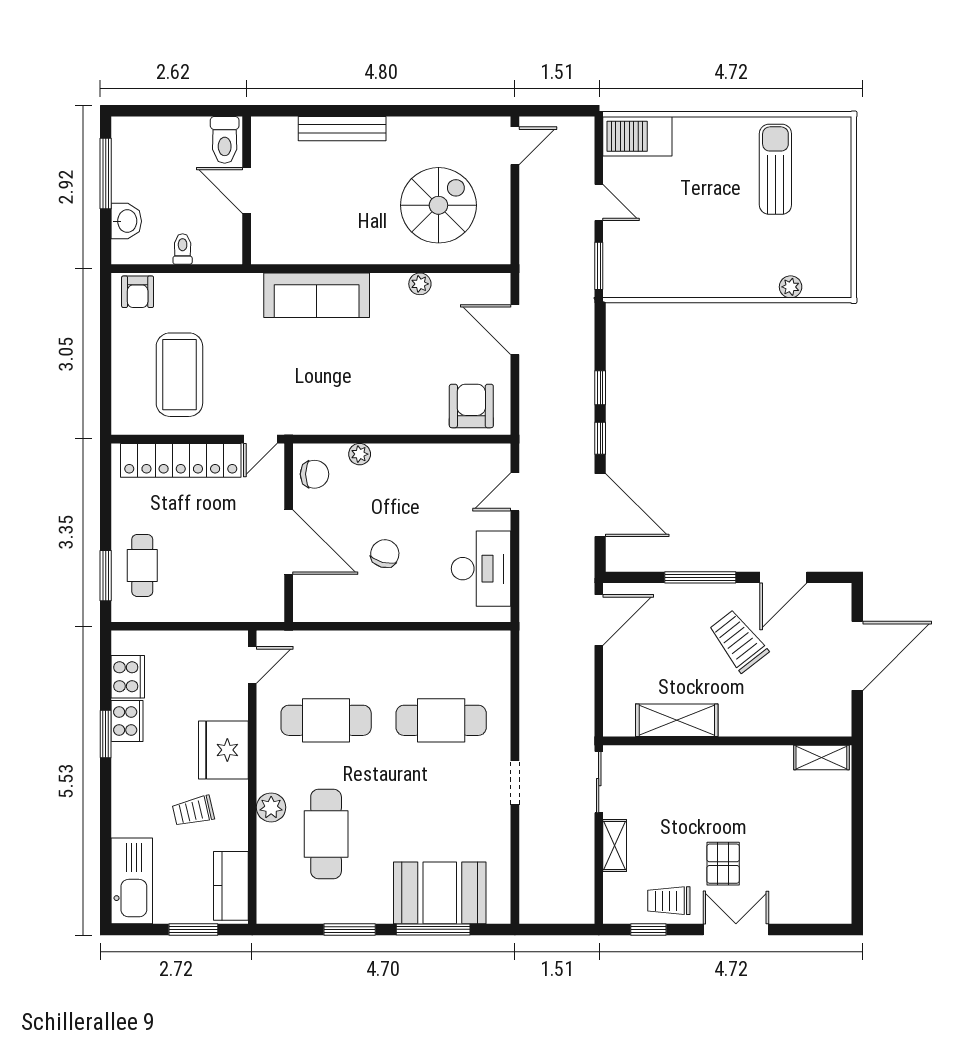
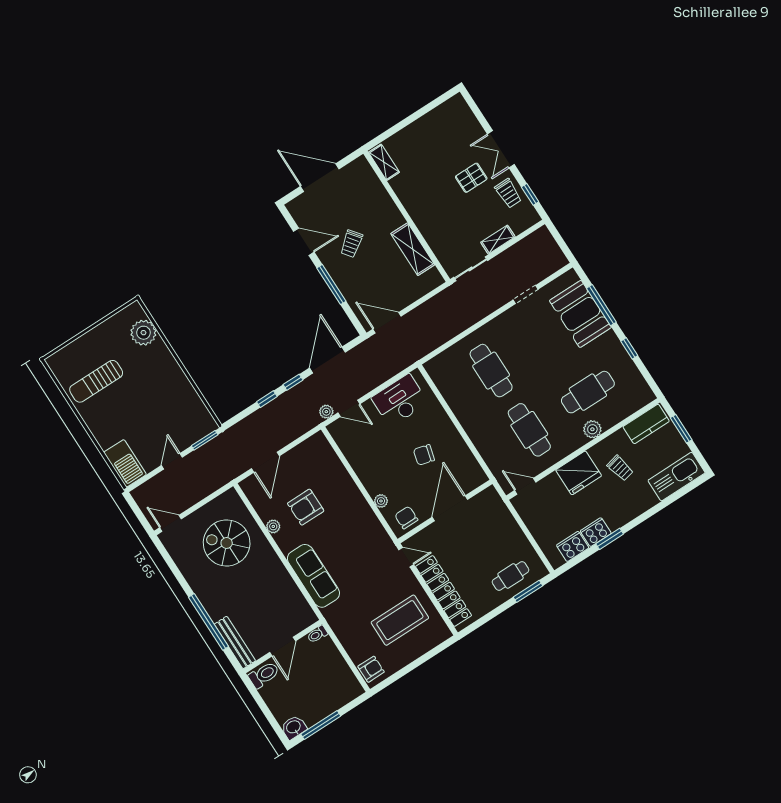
window: (346, 111) -> (209, 622), added
bench: (342, 129) -> (235, 642), moved
washbasin: (126, 221) -> (294, 727), moved
toilet: (183, 249) -> (317, 634), moved
plant: (791, 287) -> (143, 333), width x1.87, depth x1.87
armchair: (471, 406) -> (306, 507), moved
plant: (530, 458) -> (326, 412), added
trolley: (738, 641) -> (351, 244), width x0.73, depth x0.72
doorway: (515, 783) -> (526, 294), moved
window: (350, 929) -> (629, 348), width x0.67

